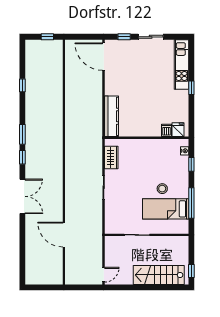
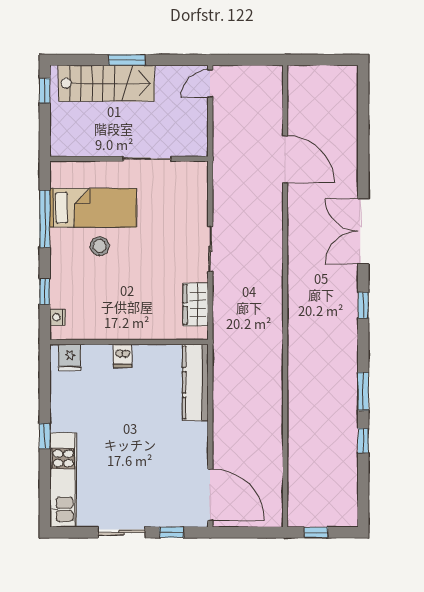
dishwasher: (166, 130) -> (123, 356), moved
window: (22, 134) -> (363, 391), moved
window: (148, 287) -> (127, 60), added

